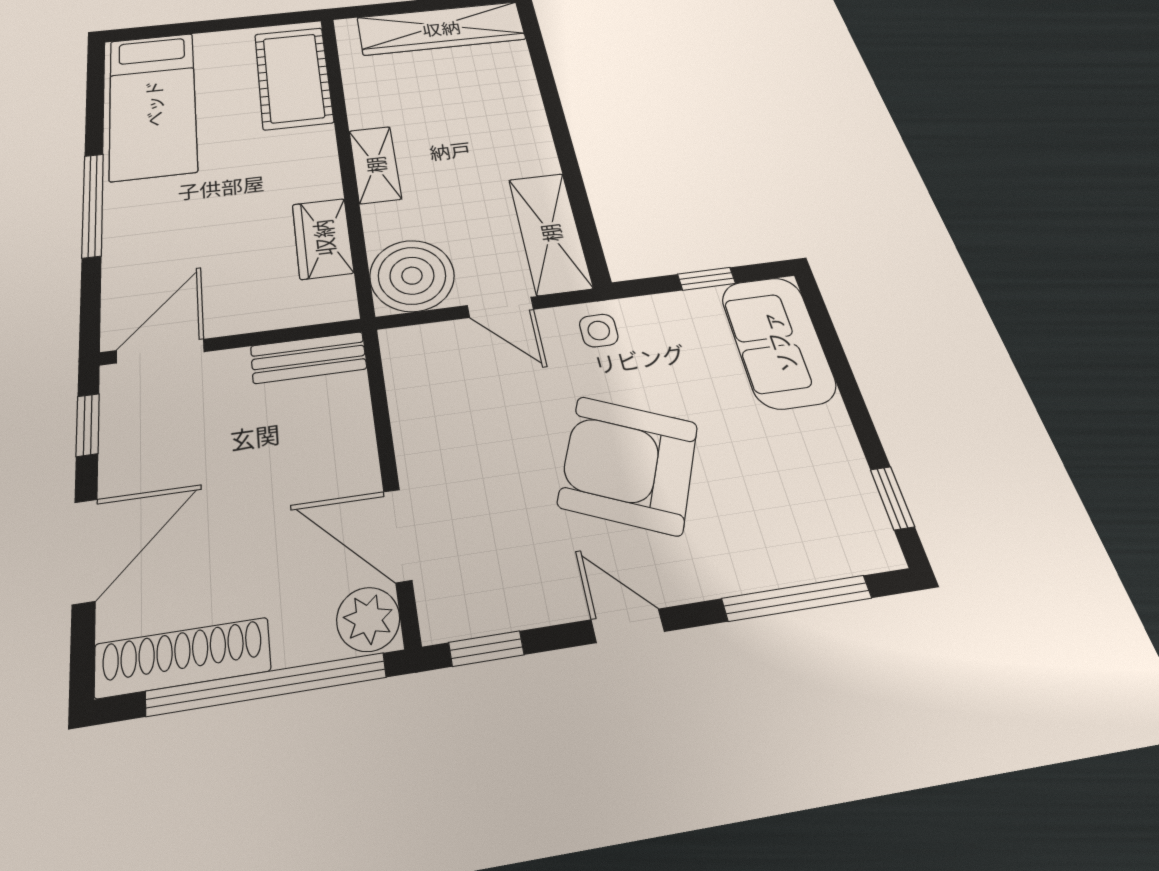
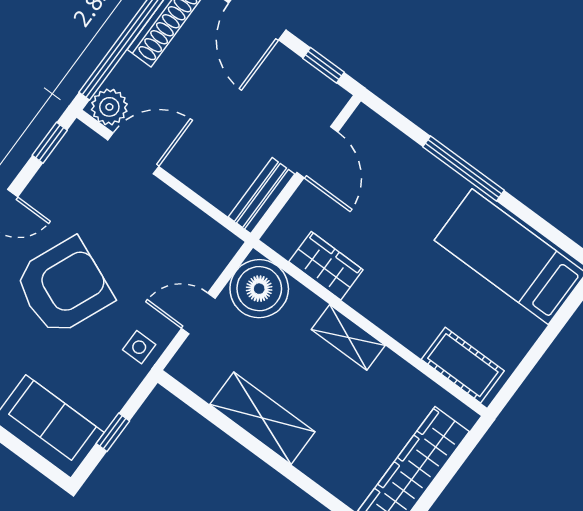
cot: (293, 78) -> (463, 365), width x0.73, depth x0.75
shelving: (550, 233) -> (262, 418), moved
door: (160, 351) -> (317, 152), moved

